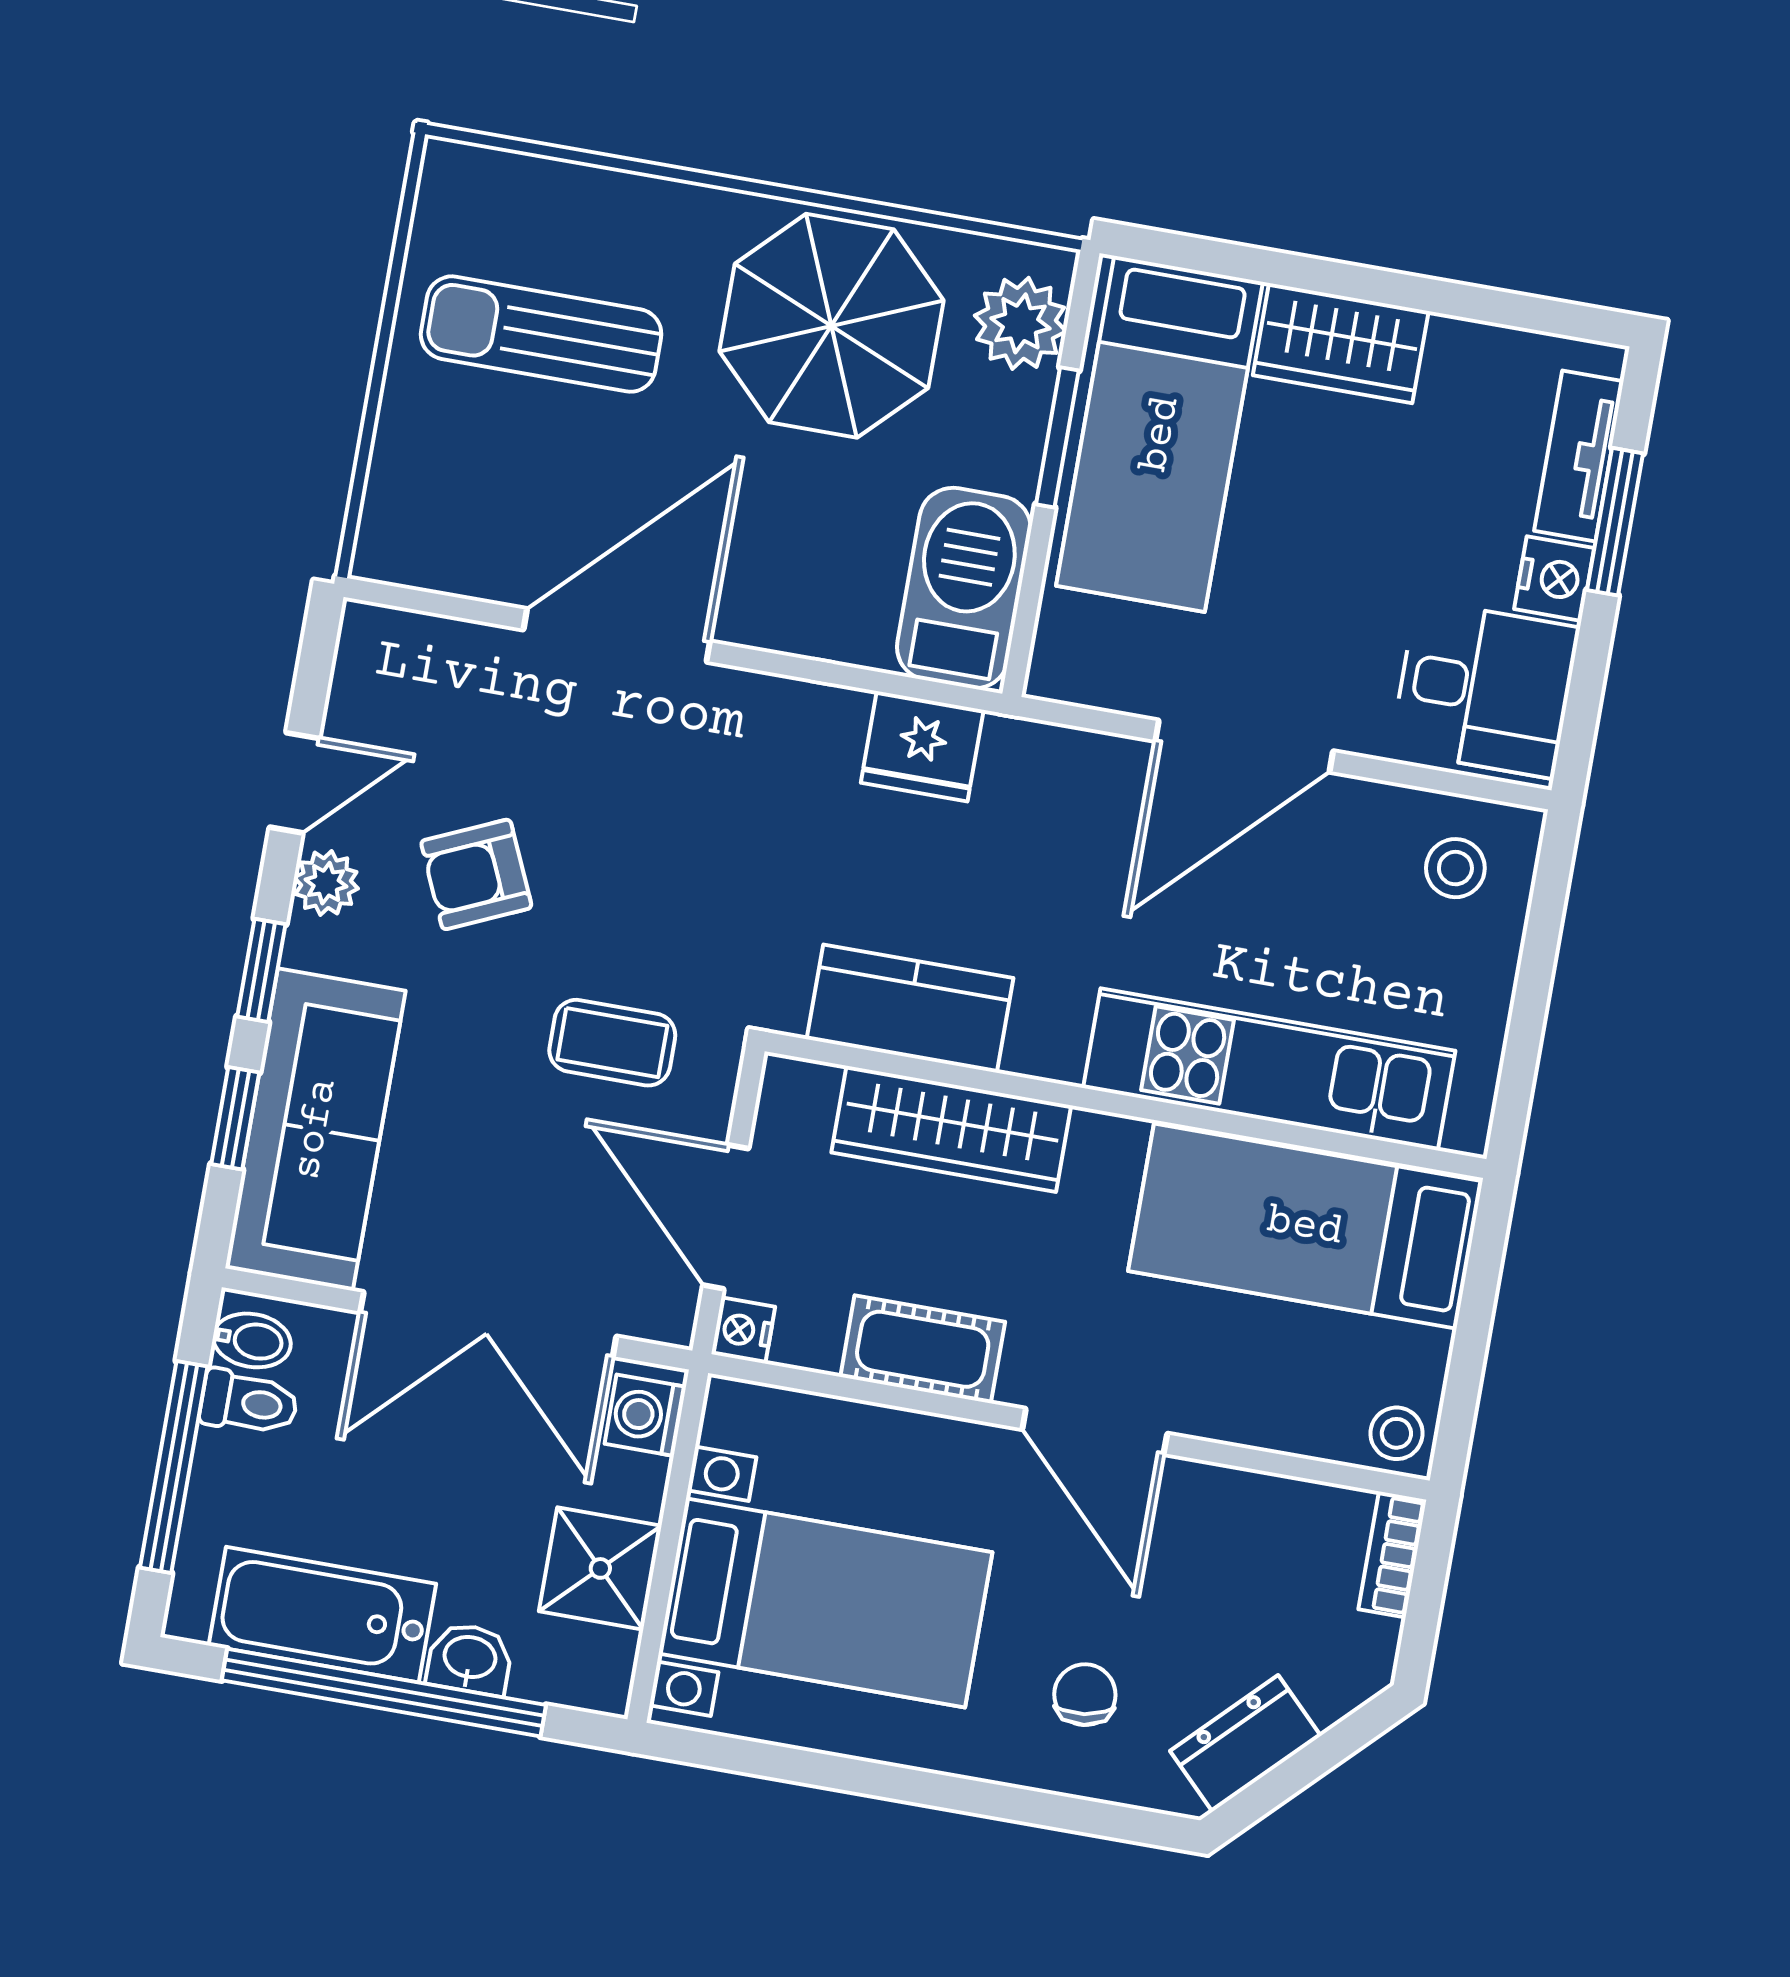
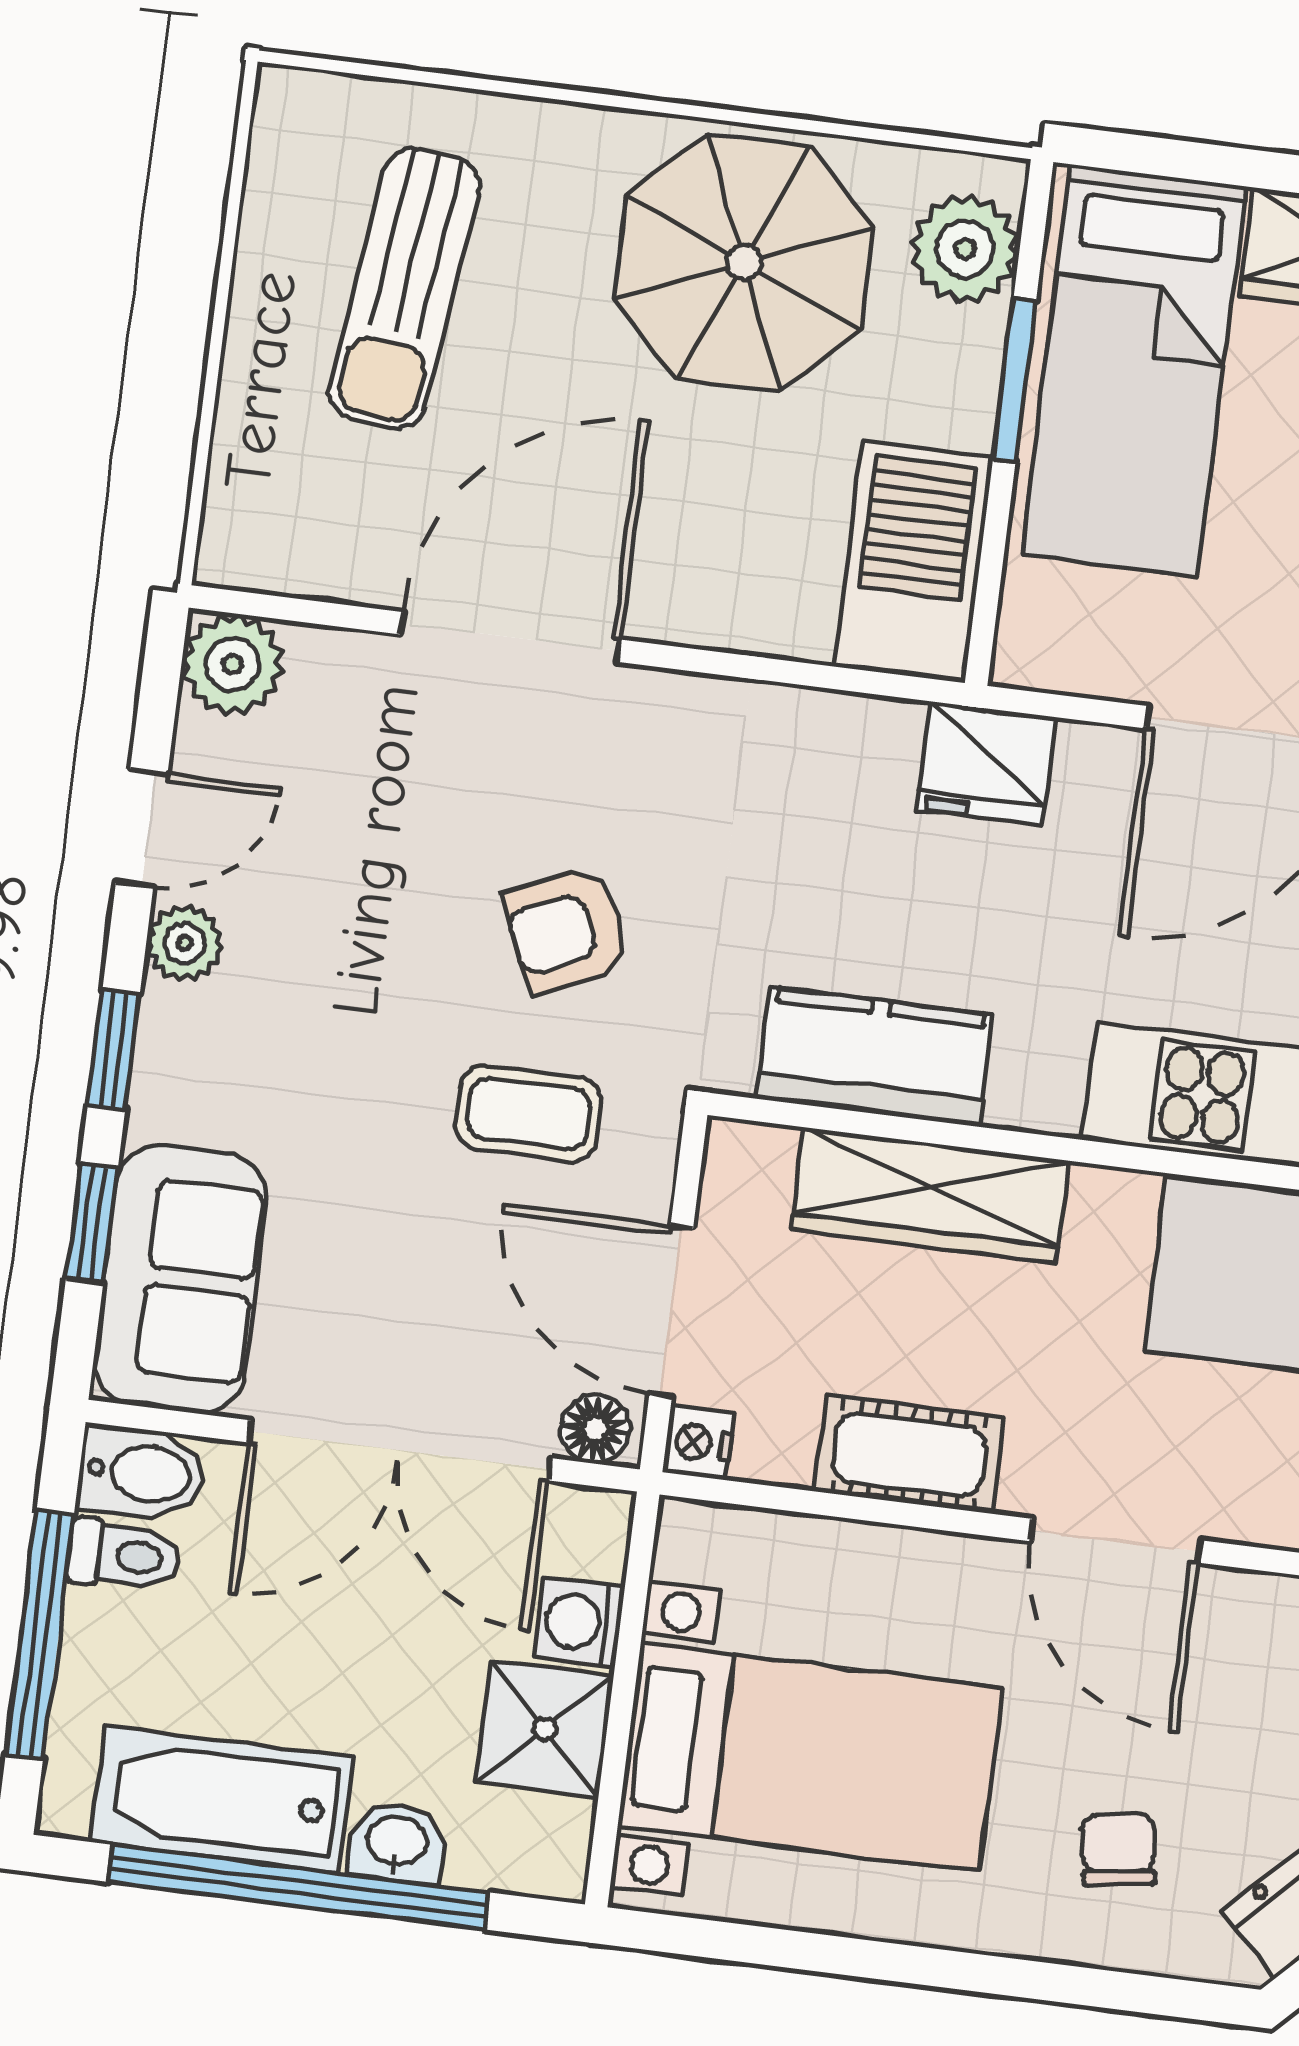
sun lounger: (541, 334) -> (405, 289), turned -83
plant: (379, 647) -> (232, 664), added
fridge: (922, 746) -> (986, 763), moved
armchair: (476, 874) -> (567, 930), moved
sofa: (315, 1129) -> (180, 1279), width x0.73
floor lamp: (656, 1314) -> (595, 1429), added
bidet: (252, 1340) -> (142, 1473), width x1.38, depth x1.36
washing machine: (645, 1415) -> (579, 1622), moved

